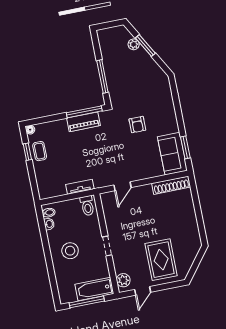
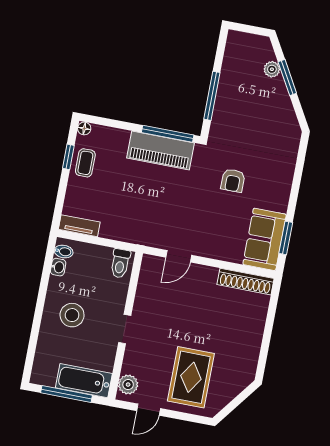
piano: (83, 122) -> (160, 150), width x1.37, depth x1.33
tv unit: (80, 187) -> (79, 226), moved

